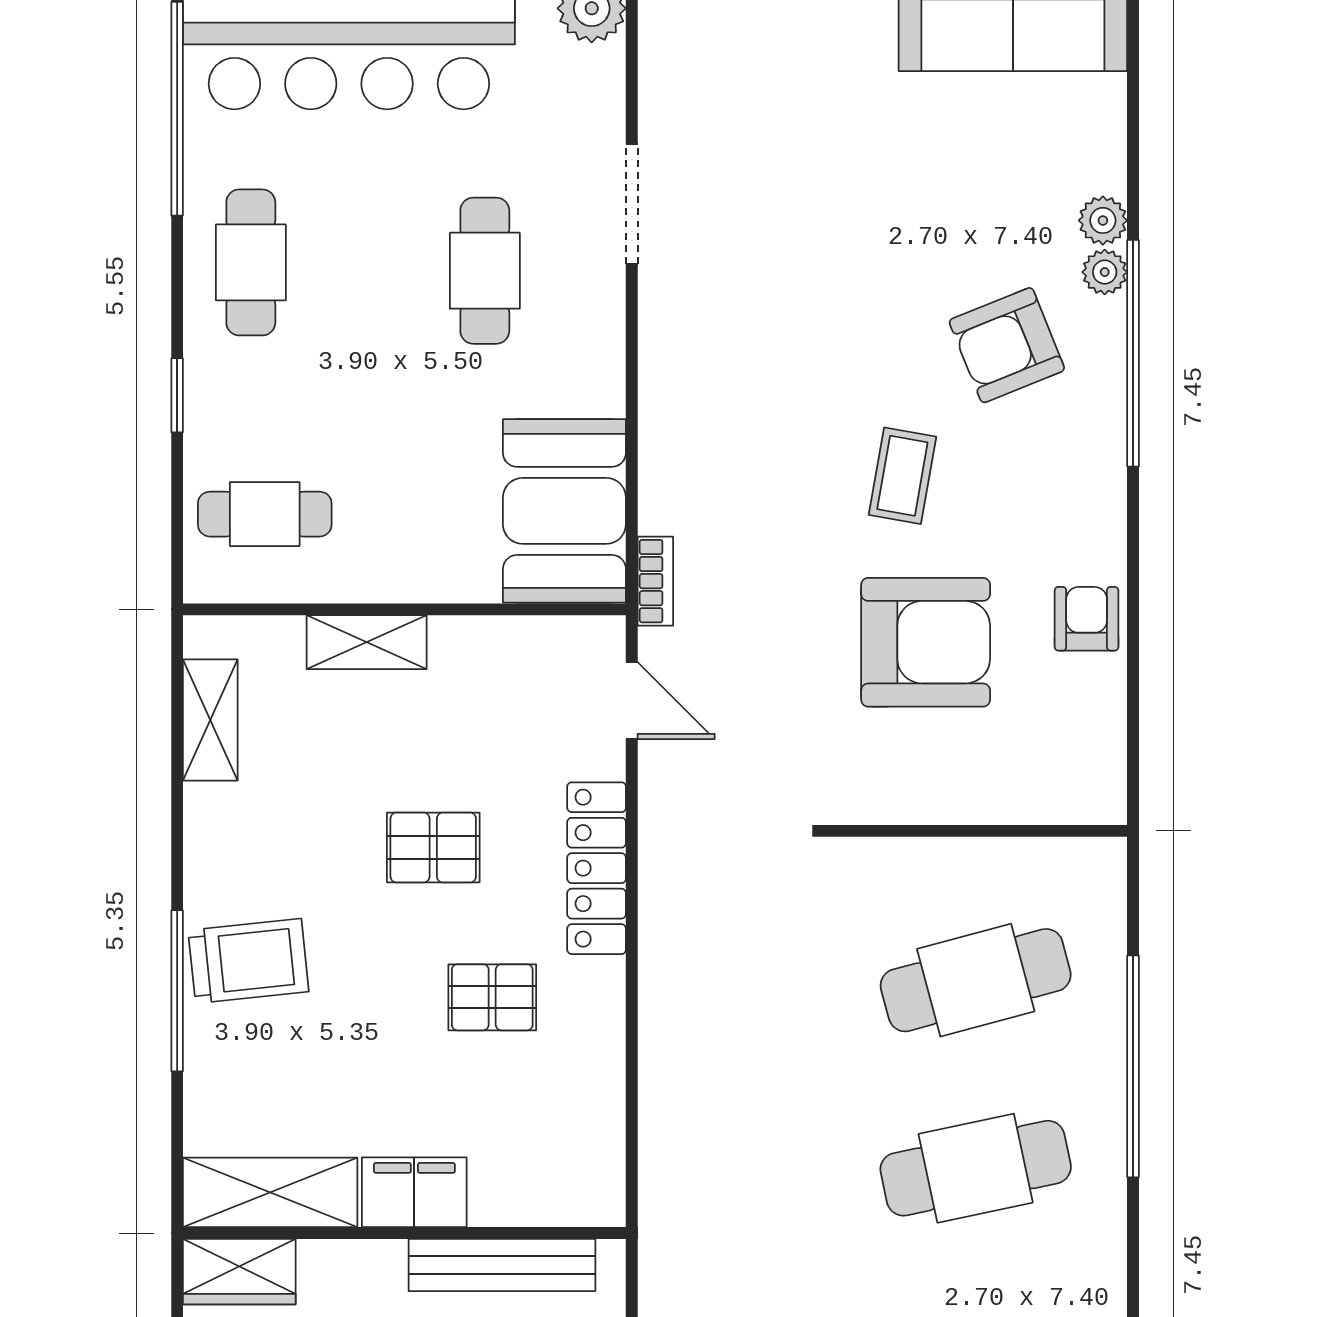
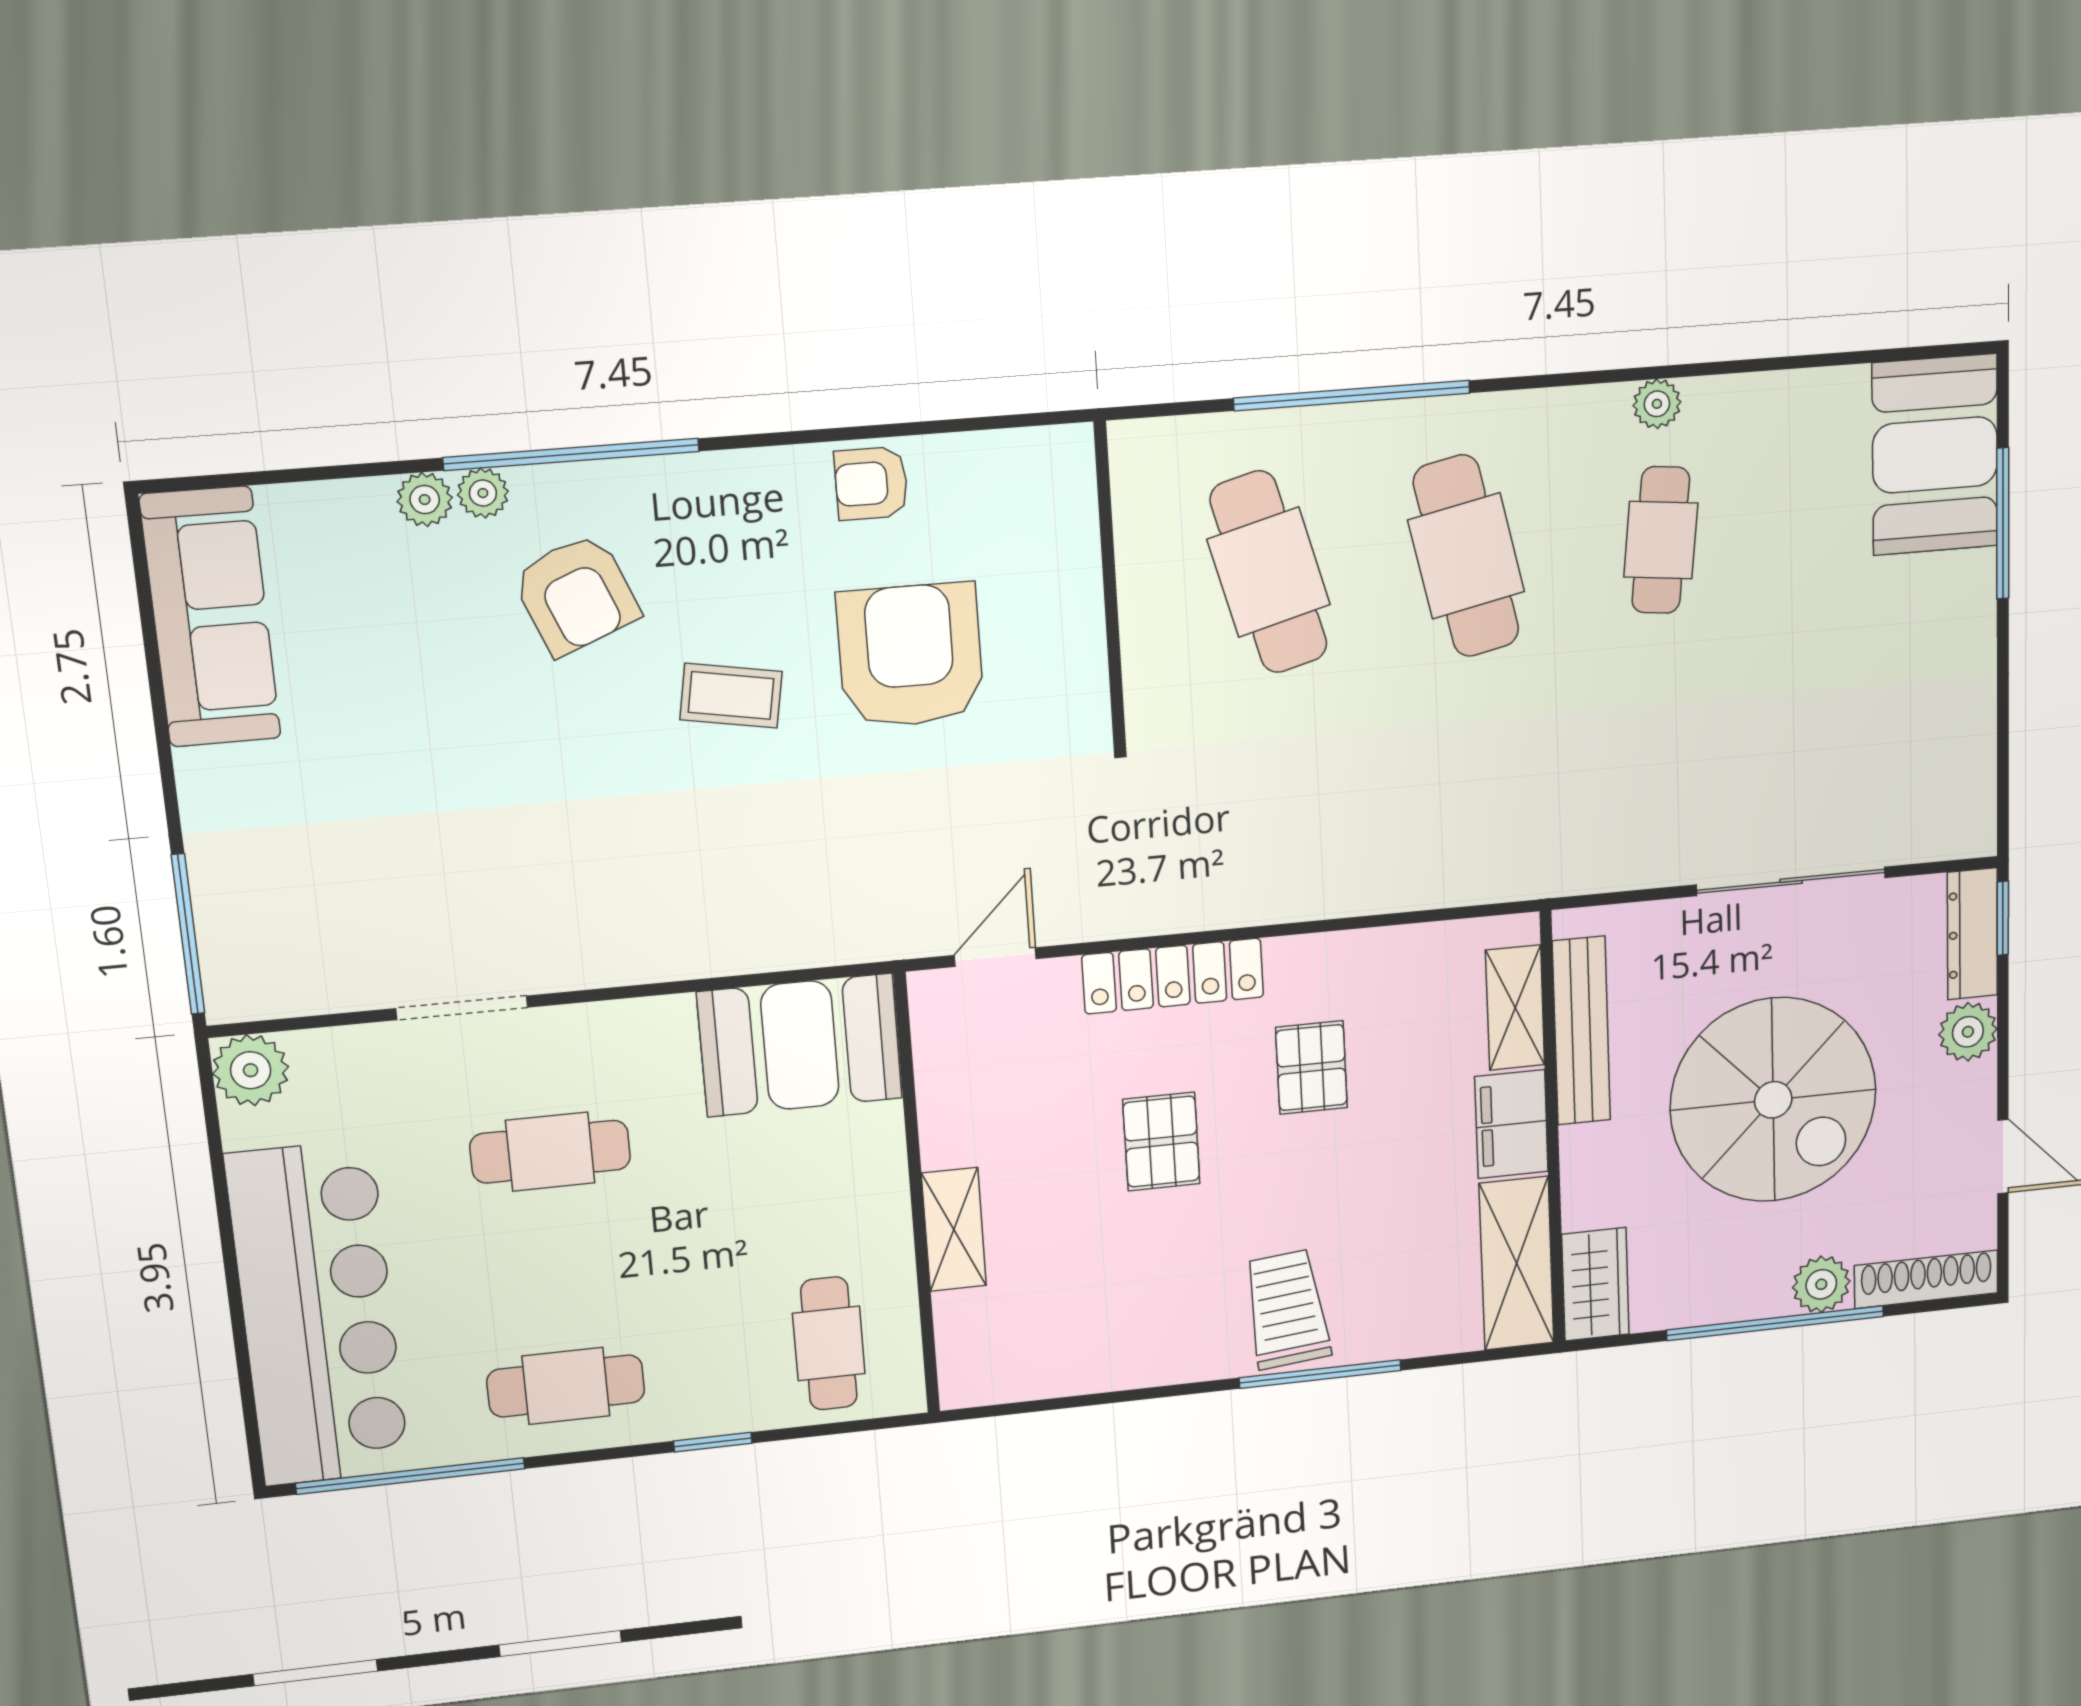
bookcase: (655, 581) -> (867, 945), removed
shelving: (210, 720) -> (1515, 1008), moved, turned 90

